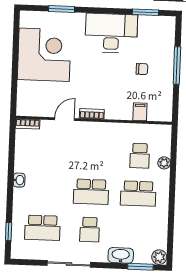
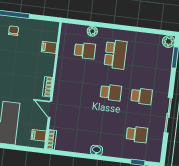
chair: (142, 69) -> (14, 31), moved
filing cabinet: (31, 108) -> (39, 135), added
school desk: (91, 192) -> (111, 93), width x0.54
school desk: (42, 228) -> (137, 134), width x0.54
washbasin: (121, 255) -> (165, 73), removed

